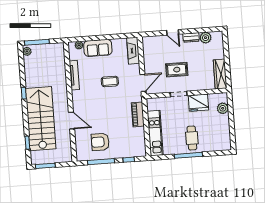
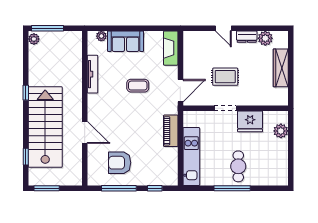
wardrobe: (220, 74) -> (281, 68), moved

